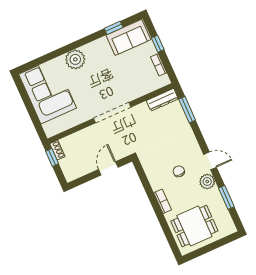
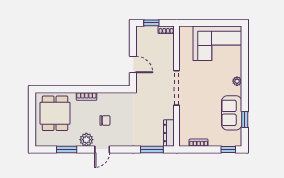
sofa: (128, 37) -> (232, 113), moved
window: (158, 44) -> (228, 149), moved
plant: (75, 59) -> (237, 81), width x0.53, depth x0.53
window: (52, 157) -> (151, 23), moved

